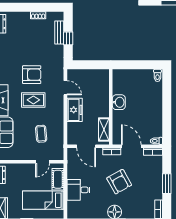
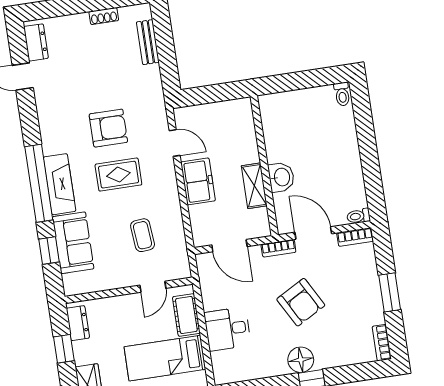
window: (68, 38) -> (166, 51), removed
washbasin: (119, 102) -> (281, 177), moved
shelving: (104, 130) -> (254, 186), moved

